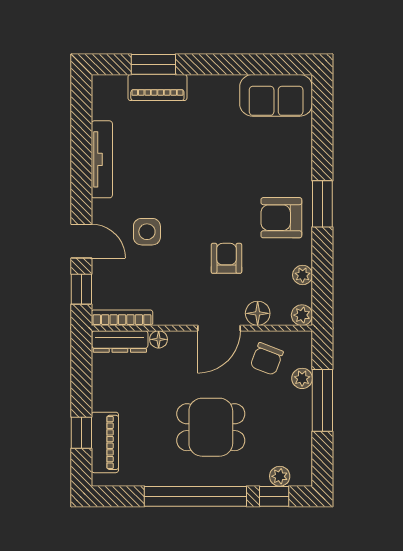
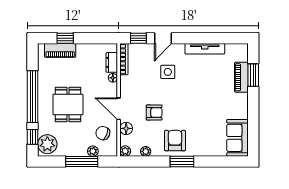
dresser: (120, 341) -> (112, 62), width x0.70
plant: (280, 476) -> (47, 144), width x1.87, depth x1.87

